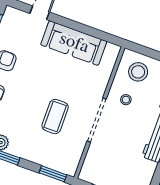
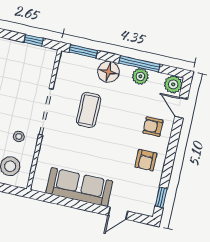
floor lamp: (31, 151) -> (108, 72), added

